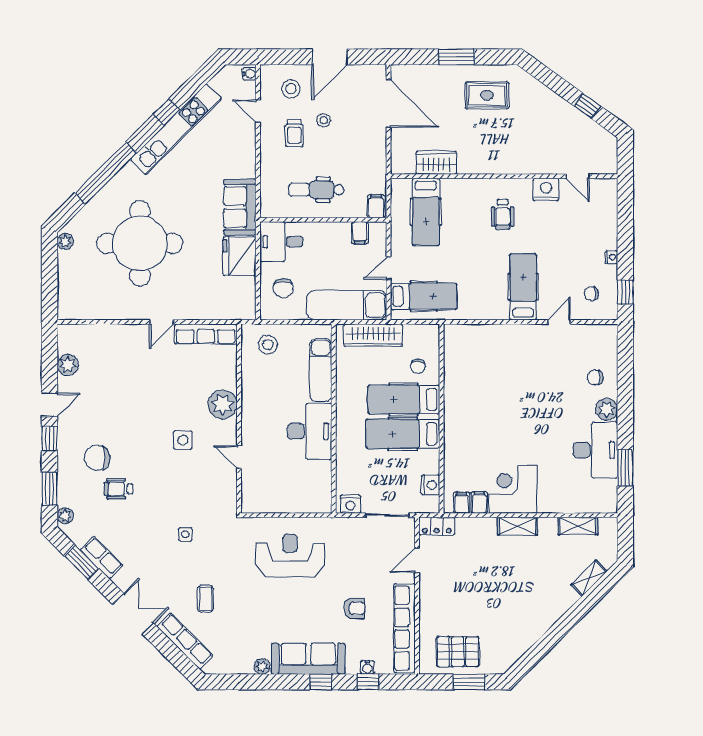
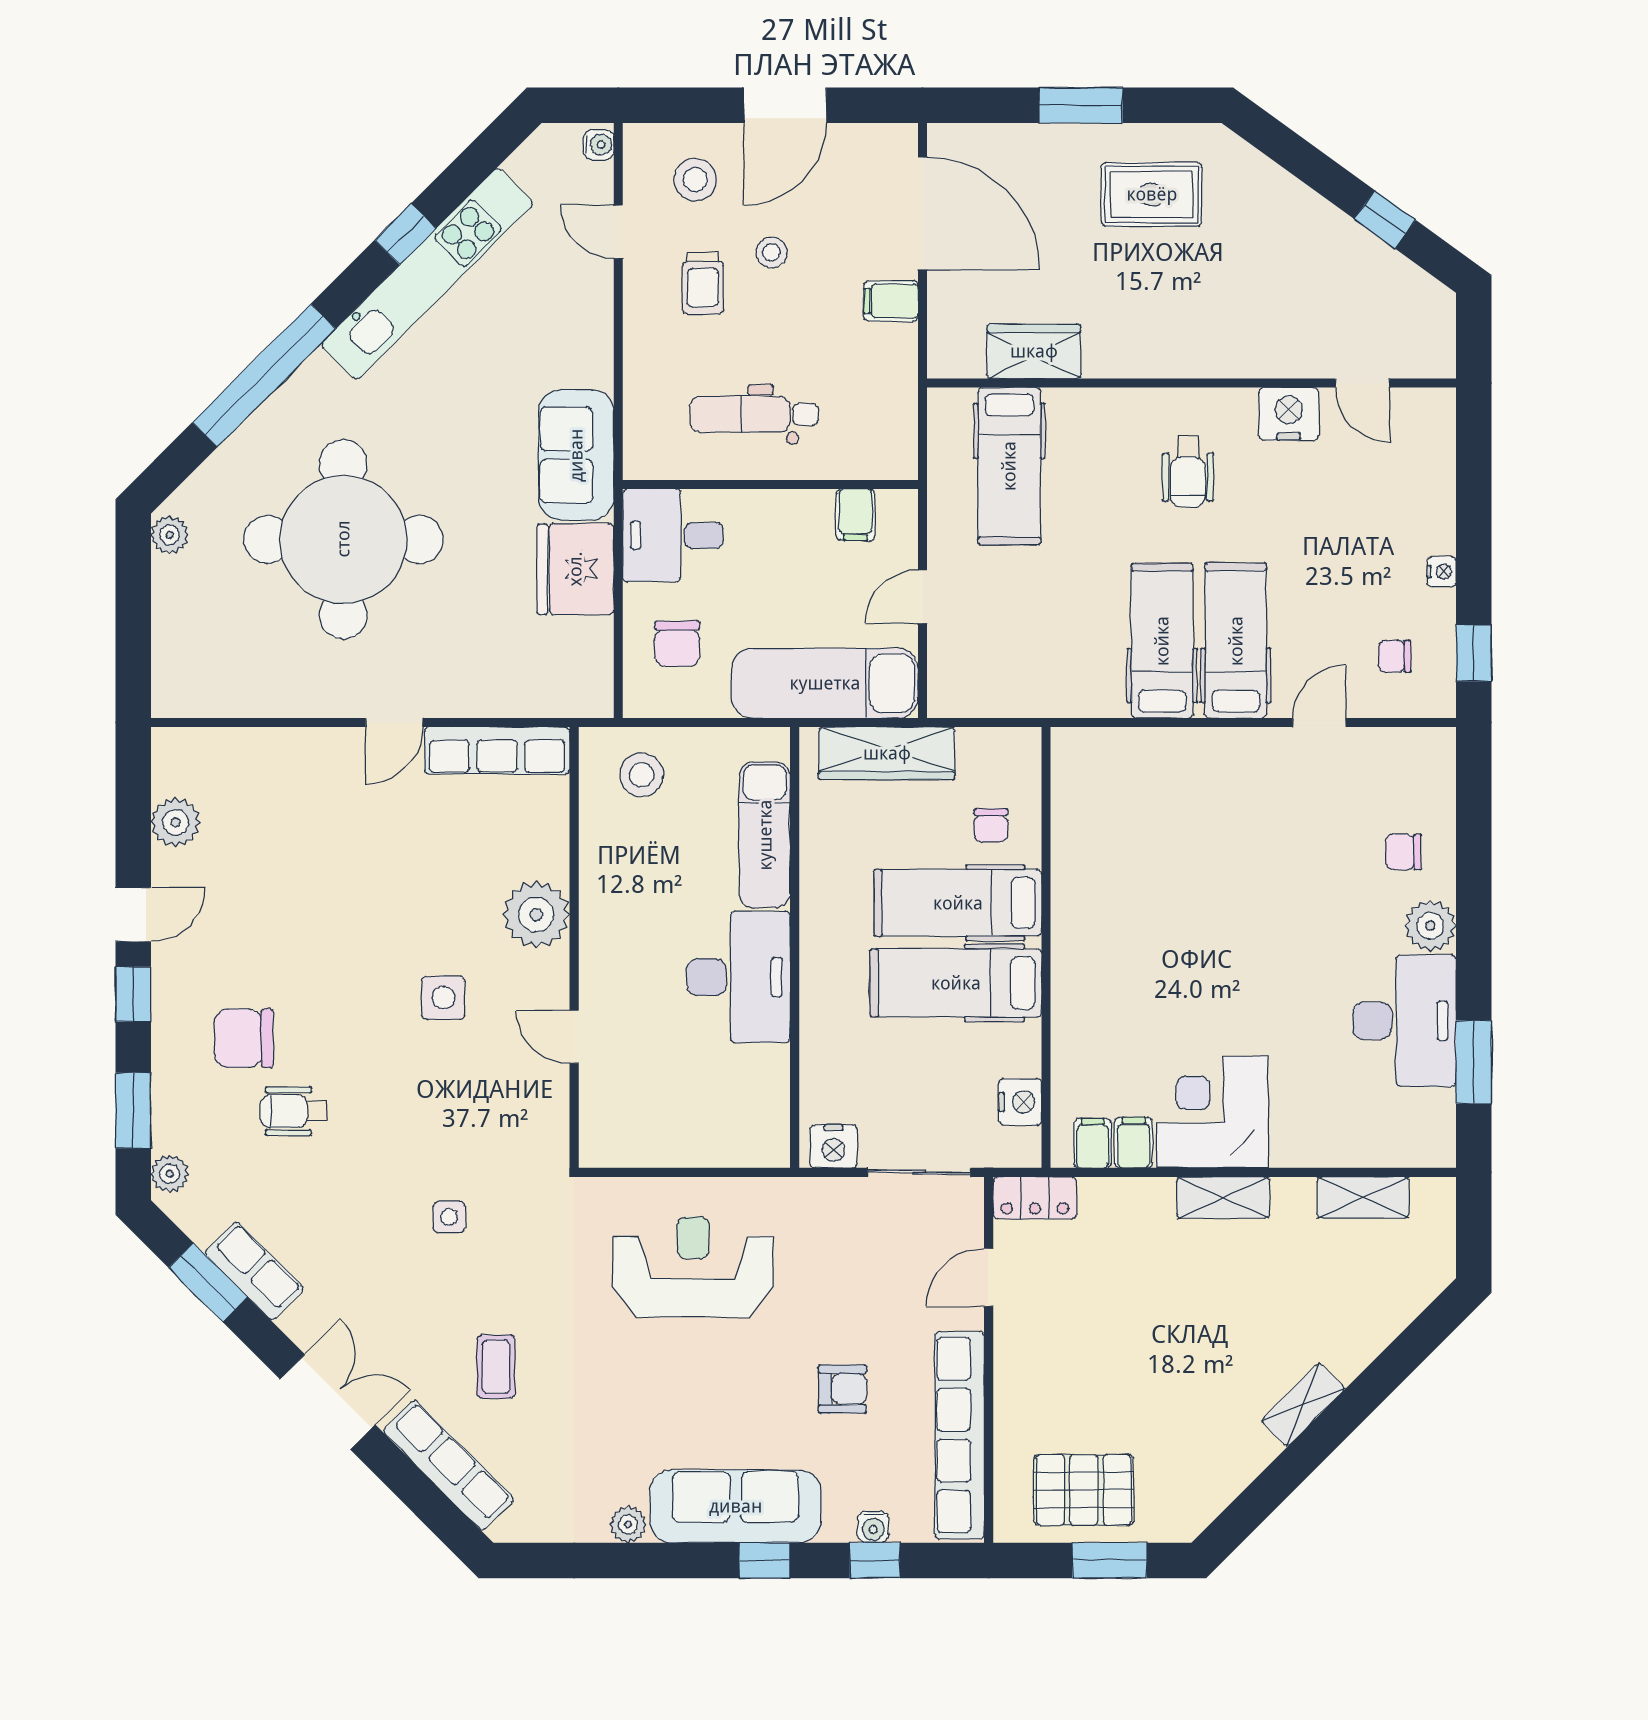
filing cabinet: (376, 206) -> (891, 301), moved, turned -90
hospital bed: (424, 296) -> (1162, 641), moved, turned -90
shelving: (589, 578) -> (1303, 1405), moved

